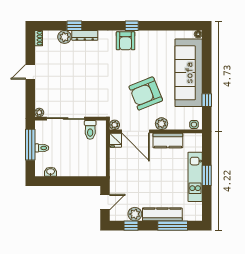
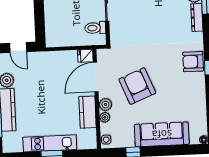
sofa: (189, 73) -> (162, 134), width x0.74, depth x0.79
plant: (115, 125) -> (105, 117), moved

